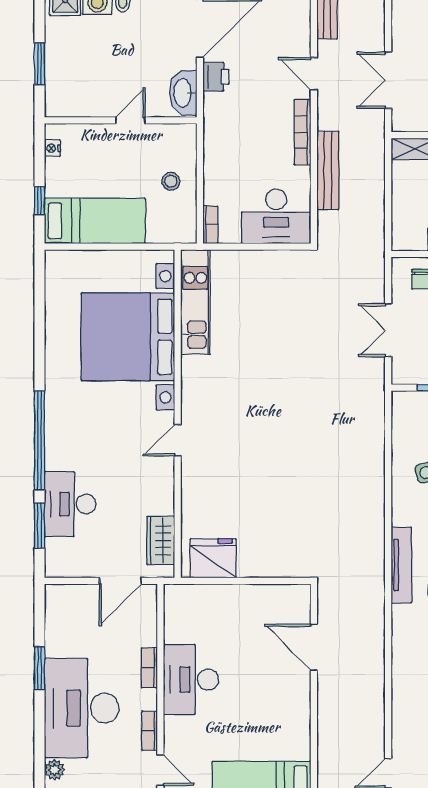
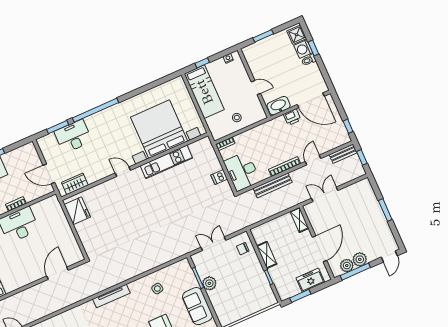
dishwasher: (268, 264) -> (219, 177), added
kitchen unit: (195, 302) -> (166, 162), moved

